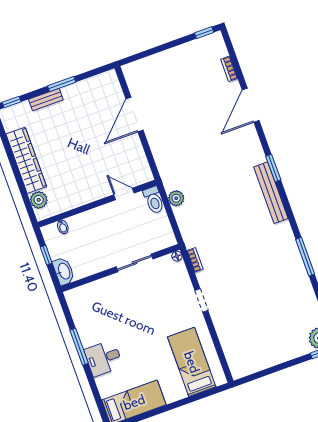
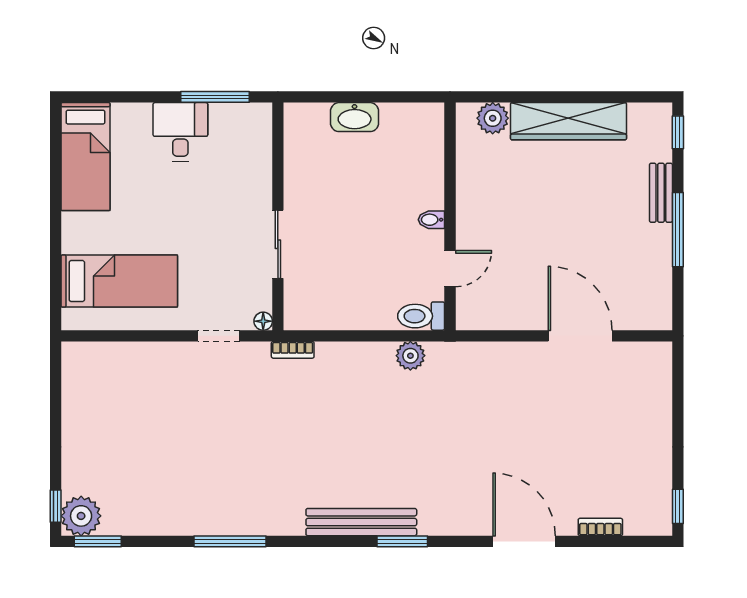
window: (62, 84) -> (678, 230), width x1.44
bidet: (63, 227) -> (431, 220), moved
window: (46, 255) -> (393, 97), removed
floor lamp: (177, 256) -> (263, 321), moved
sliding door: (135, 263) -> (278, 244), moved
wall: (120, 268) -> (278, 216), moved

